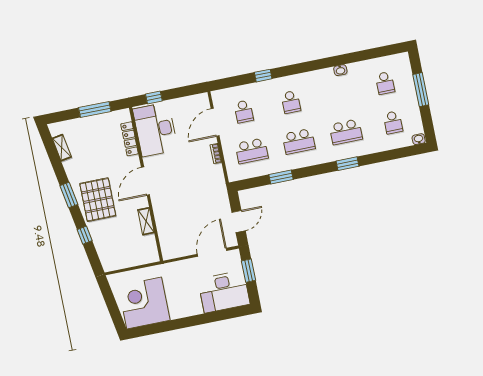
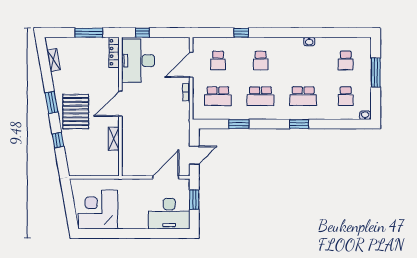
locker: (130, 139) -> (114, 52), moved

